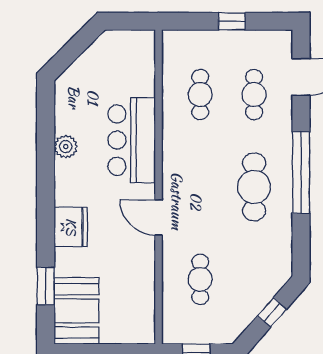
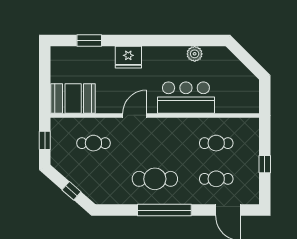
plant: (66, 147) -> (195, 54), moved
booth: (76, 311) -> (73, 99), moved

